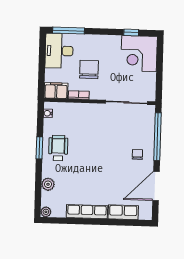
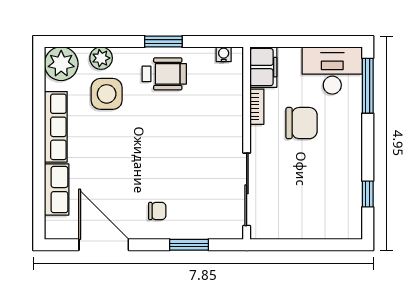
corner desk: (139, 54) -> (332, 209), removed
window: (157, 137) -> (189, 245), width x0.47
side table: (69, 182) -> (107, 94), added
plant: (46, 212) -> (61, 64), width x1.87, depth x1.87

